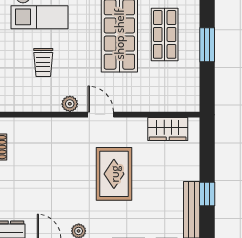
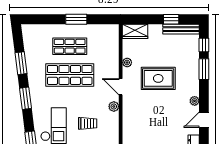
door: (101, 115) -> (121, 87), hinge flipped
plant: (139, 125) -> (127, 63), added
wardrobe: (168, 129) -> (135, 31), moved, turned 90

